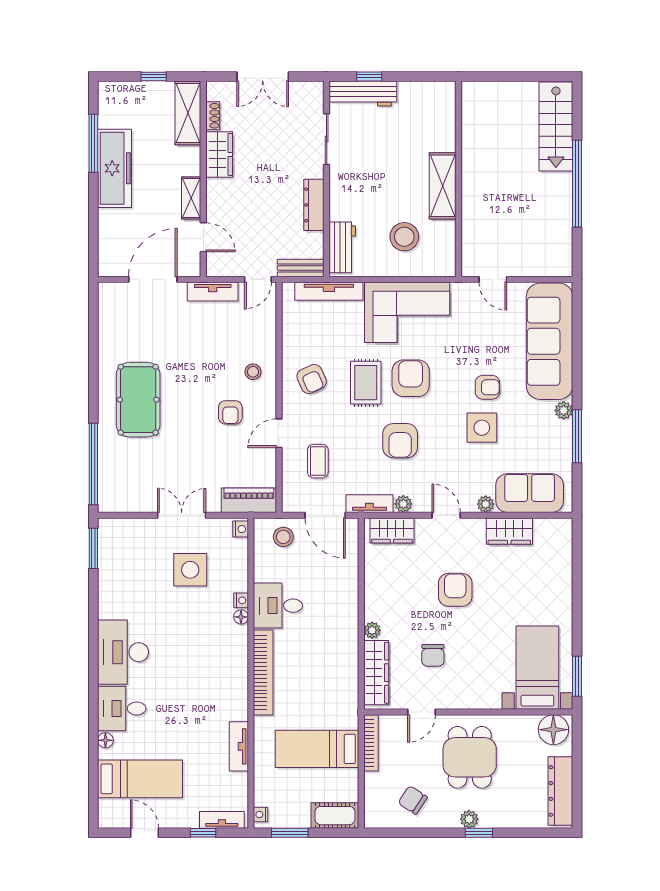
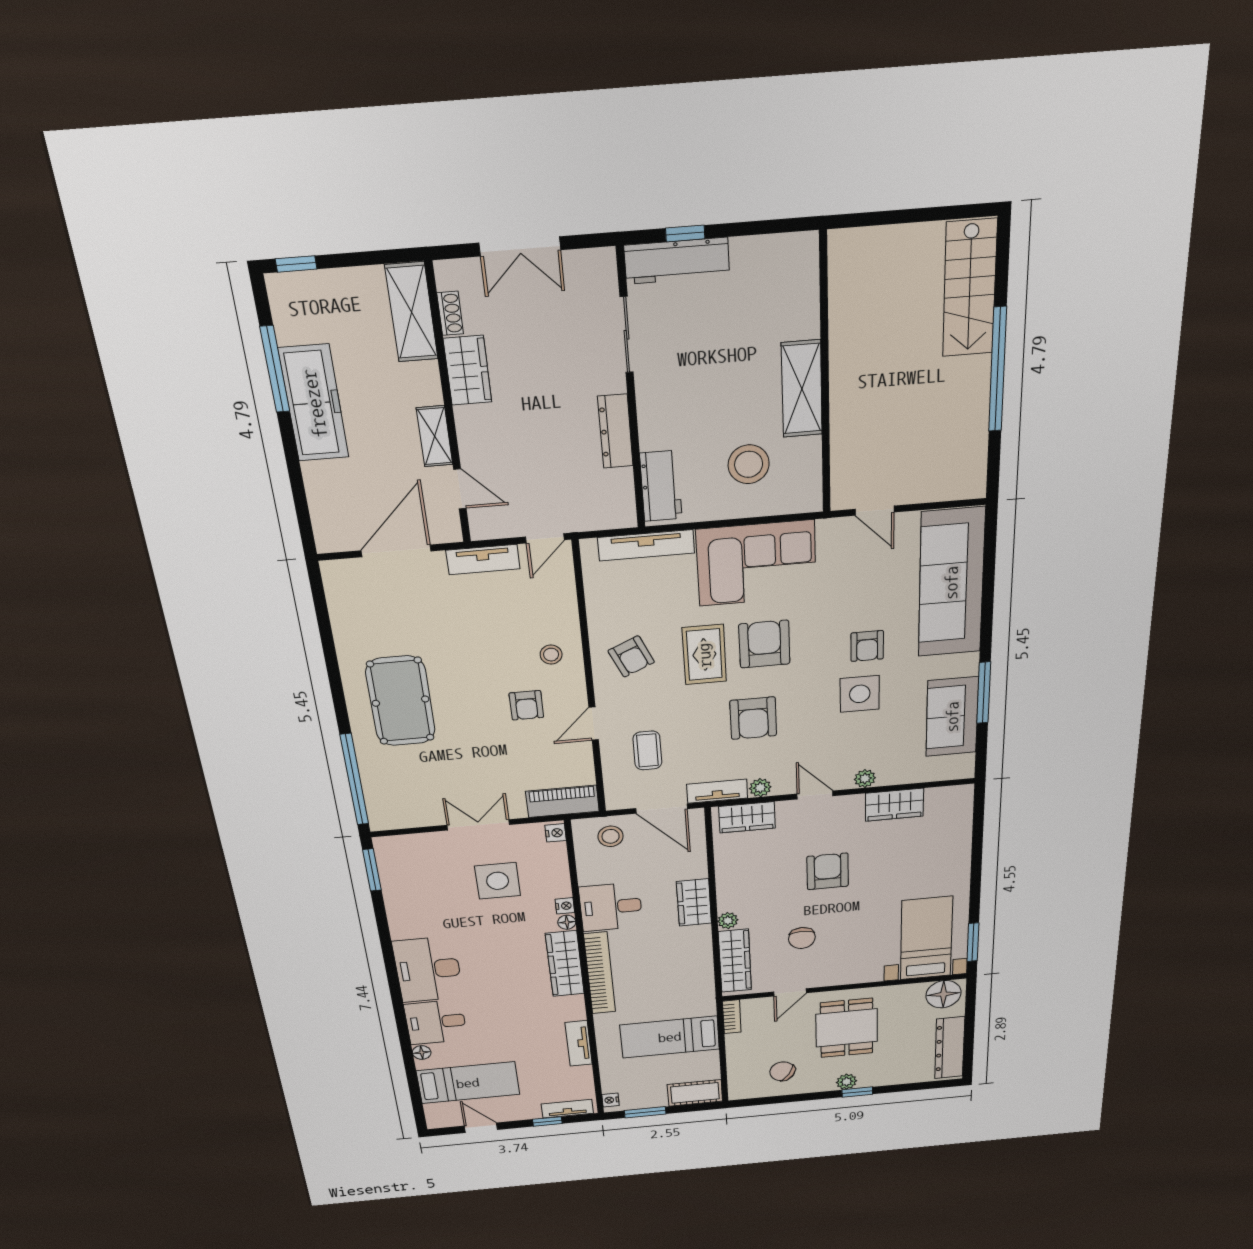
window: (154, 76) -> (296, 264), moved
bench: (300, 268) -> (604, 518), removed
armchair: (487, 387) -> (867, 646), turned 90
plant: (564, 410) -> (967, 665), removed
sofa: (530, 493) -> (952, 717), moved, turned -90
wardrobe: (345, 609) -> (694, 902), added
wardrobe: (235, 659) -> (565, 964), added
bookcase: (371, 743) -> (732, 1017), width x0.64

